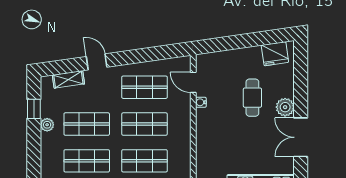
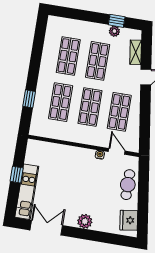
door: (193, 82) -> (117, 151), hinge flipped
cafe table: (252, 98) -> (128, 185), moved, turned 90
plant: (47, 125) -> (114, 31), moved
double door: (301, 137) -> (46, 228), moved

